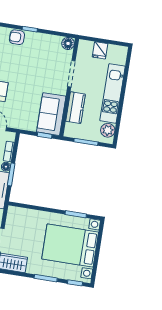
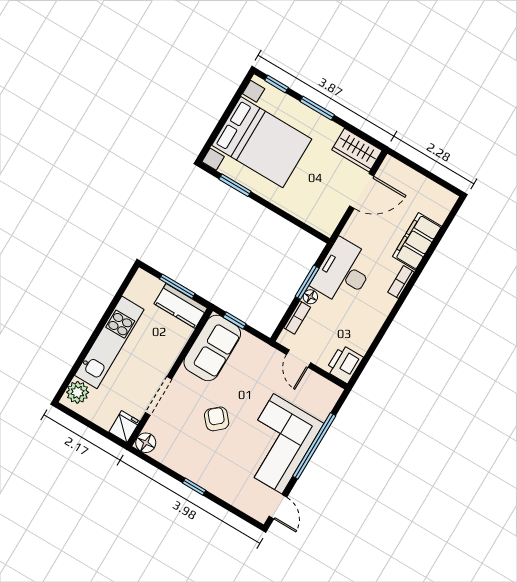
armchair: (17, 37) -> (217, 419), moved, turned -131
fridge: (100, 50) -> (124, 427), moved
kitchen counter: (76, 108) -> (181, 306), moved, turned -90
plant: (108, 130) -> (78, 392), moved

